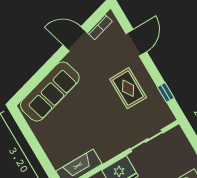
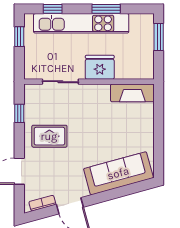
rug: (128, 88) -> (49, 136), turned 90

